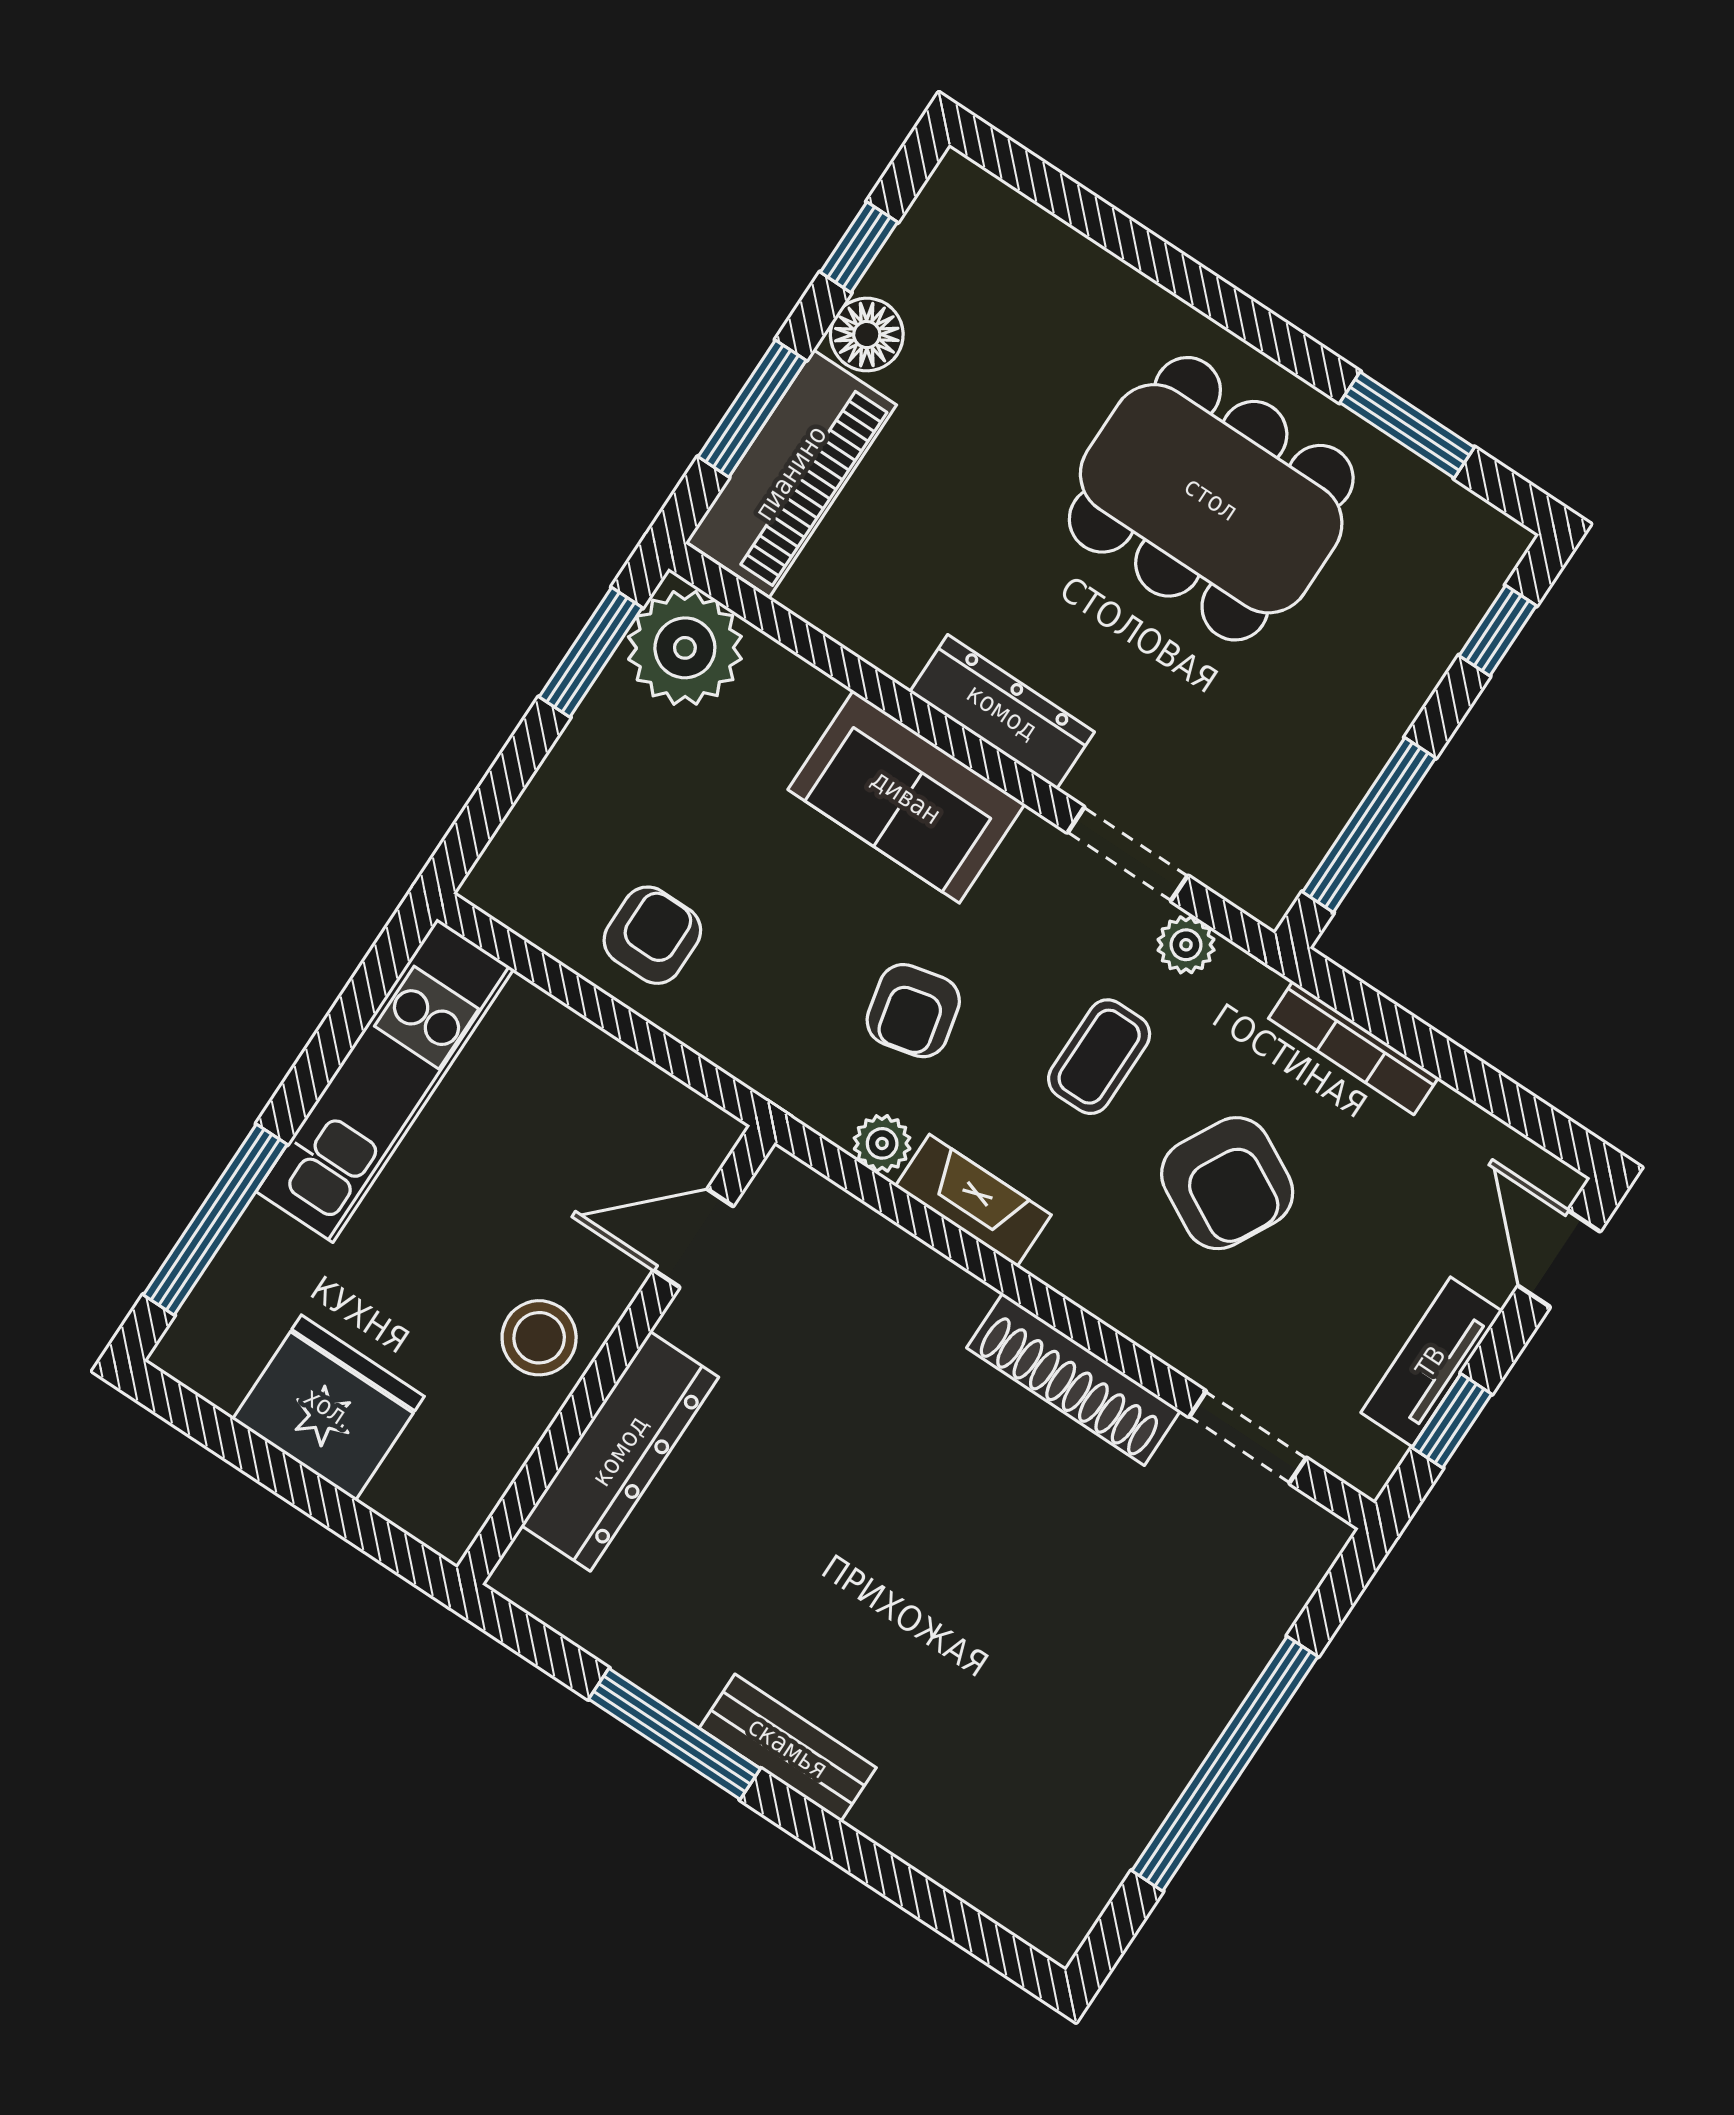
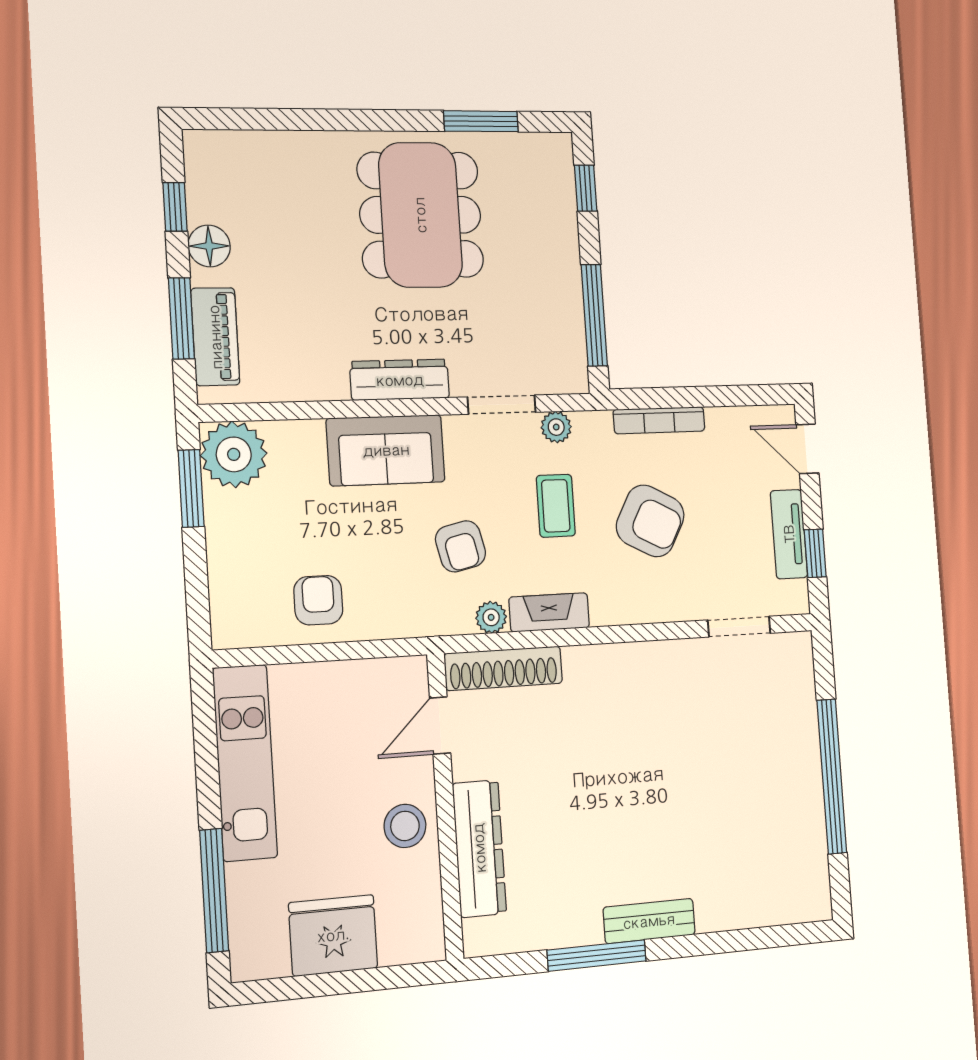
piano: (791, 473) -> (215, 337), width x0.73, depth x0.75
dining table: (1211, 499) -> (420, 215), turned 90
shoe rack: (1074, 1379) -> (503, 668), moved

